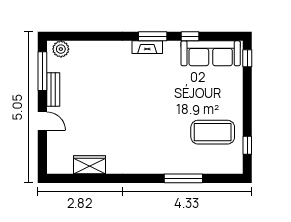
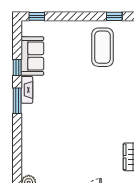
fireplace: (147, 47) -> (27, 90), moved
sofa: (211, 53) -> (32, 56), width x0.73

